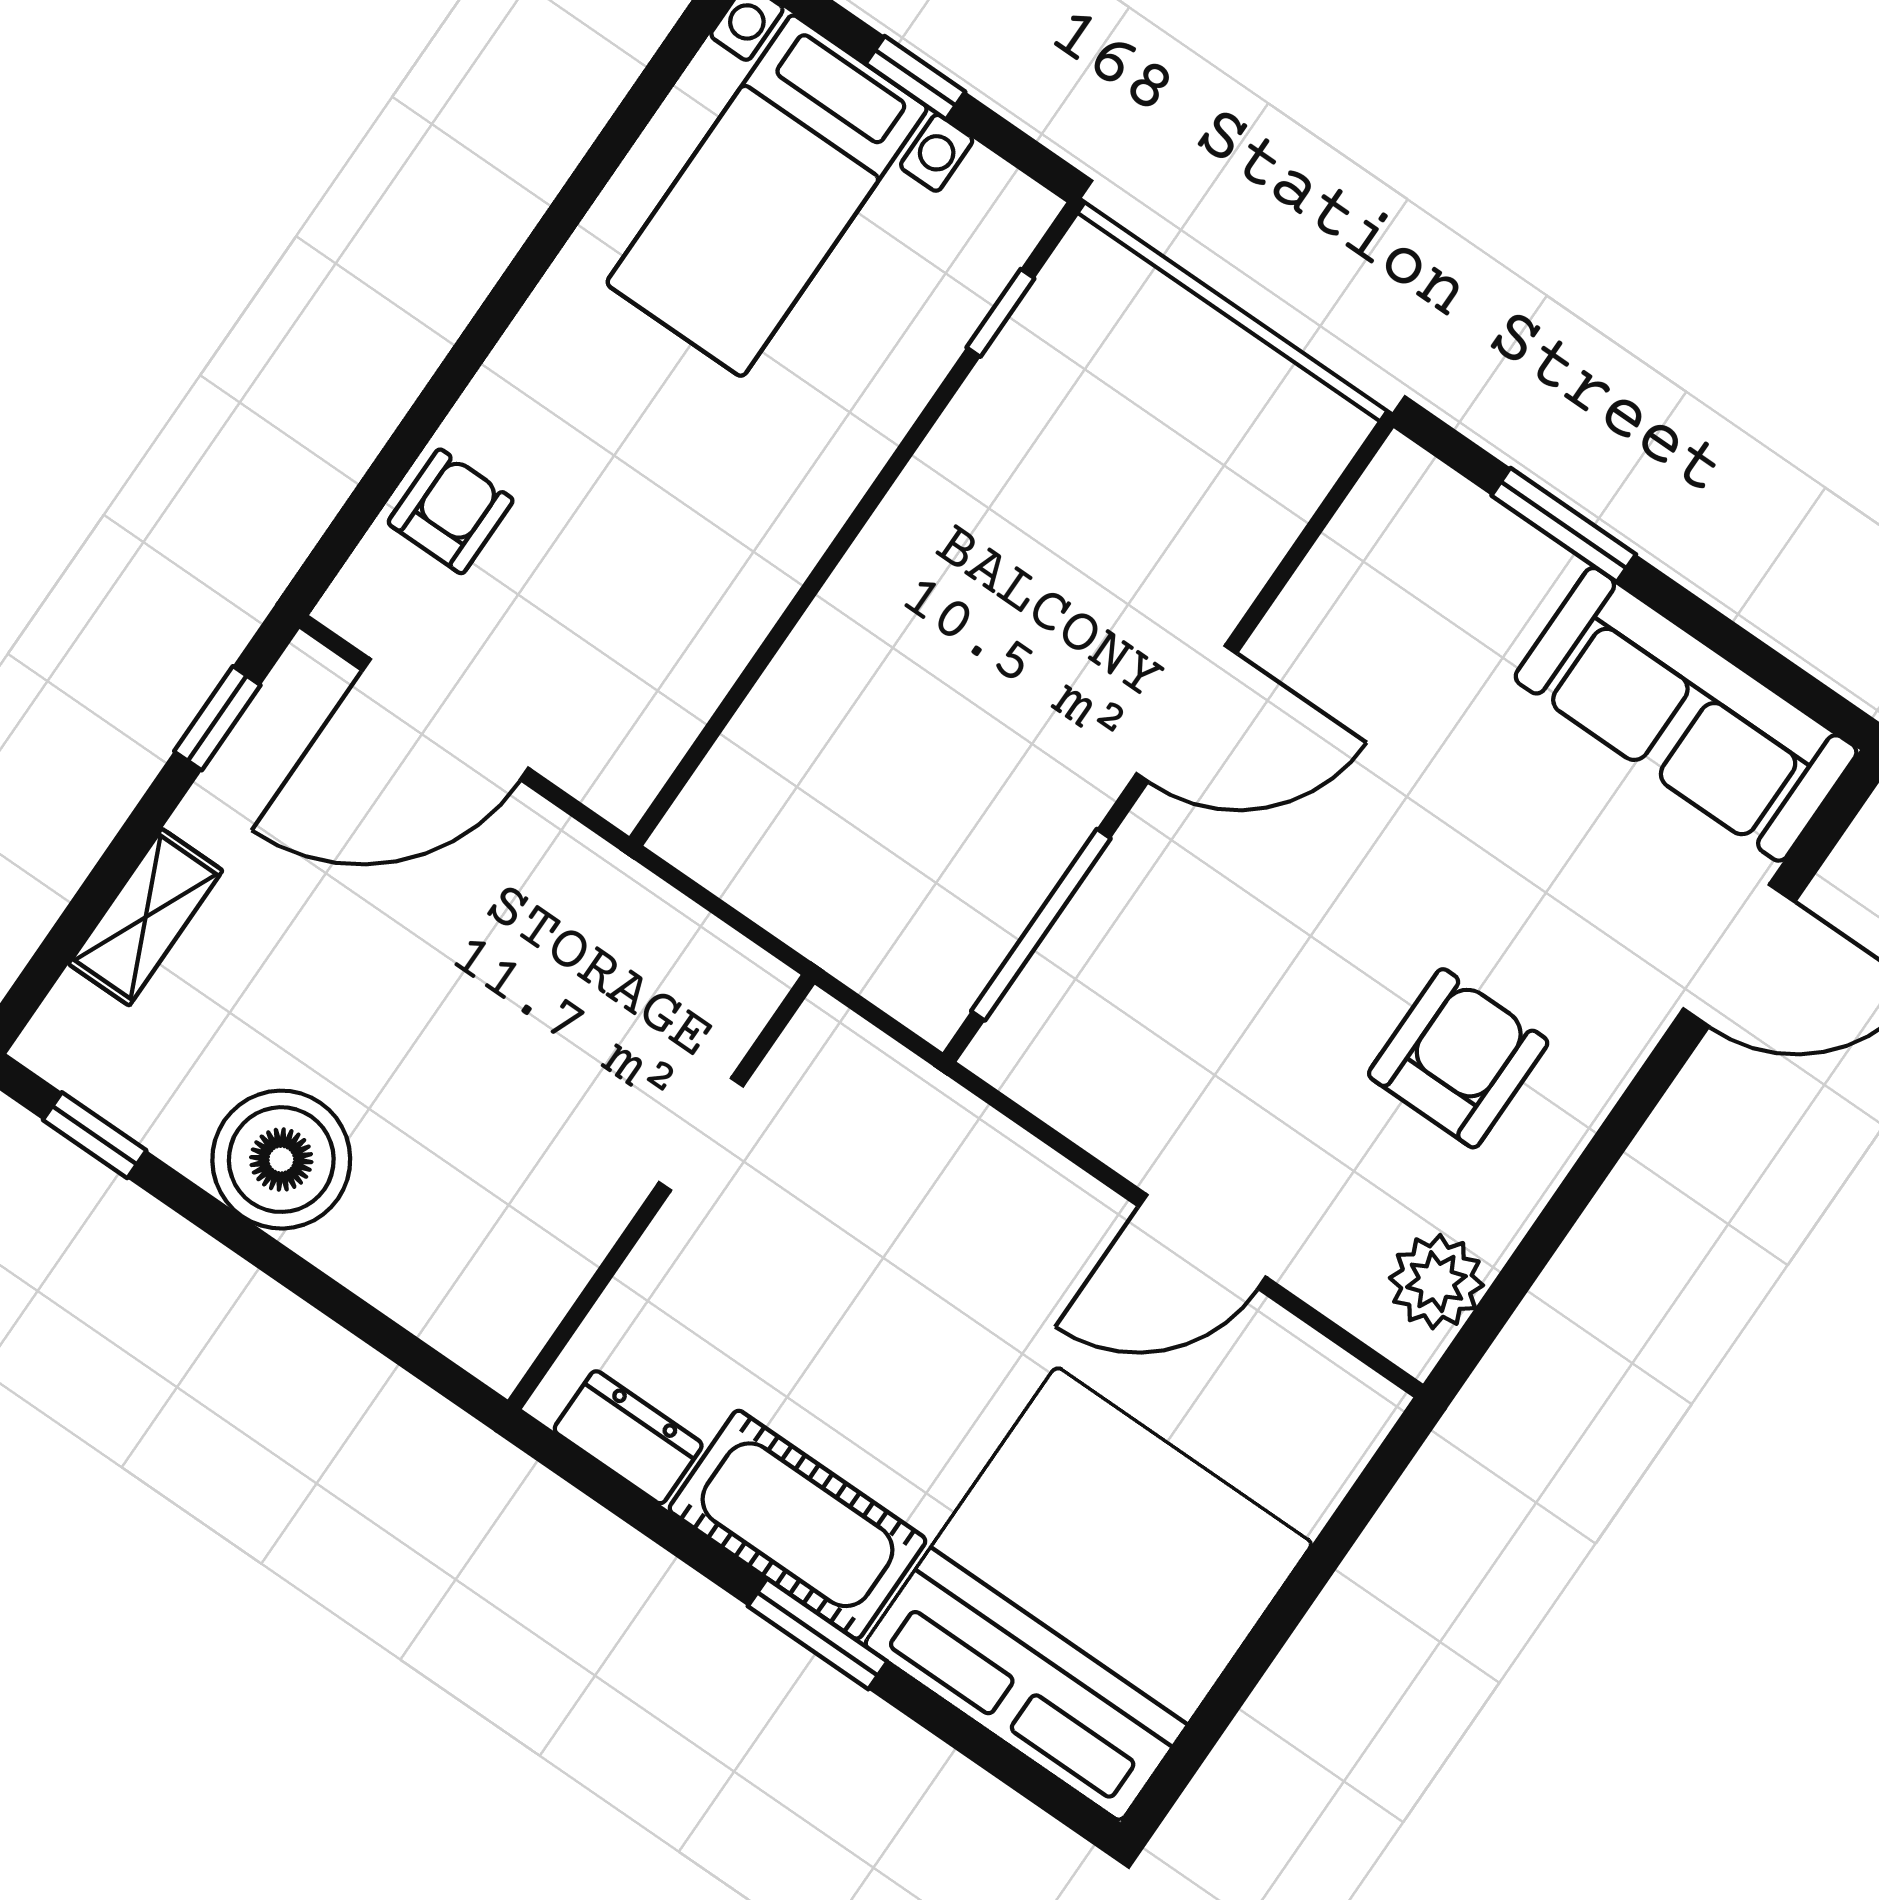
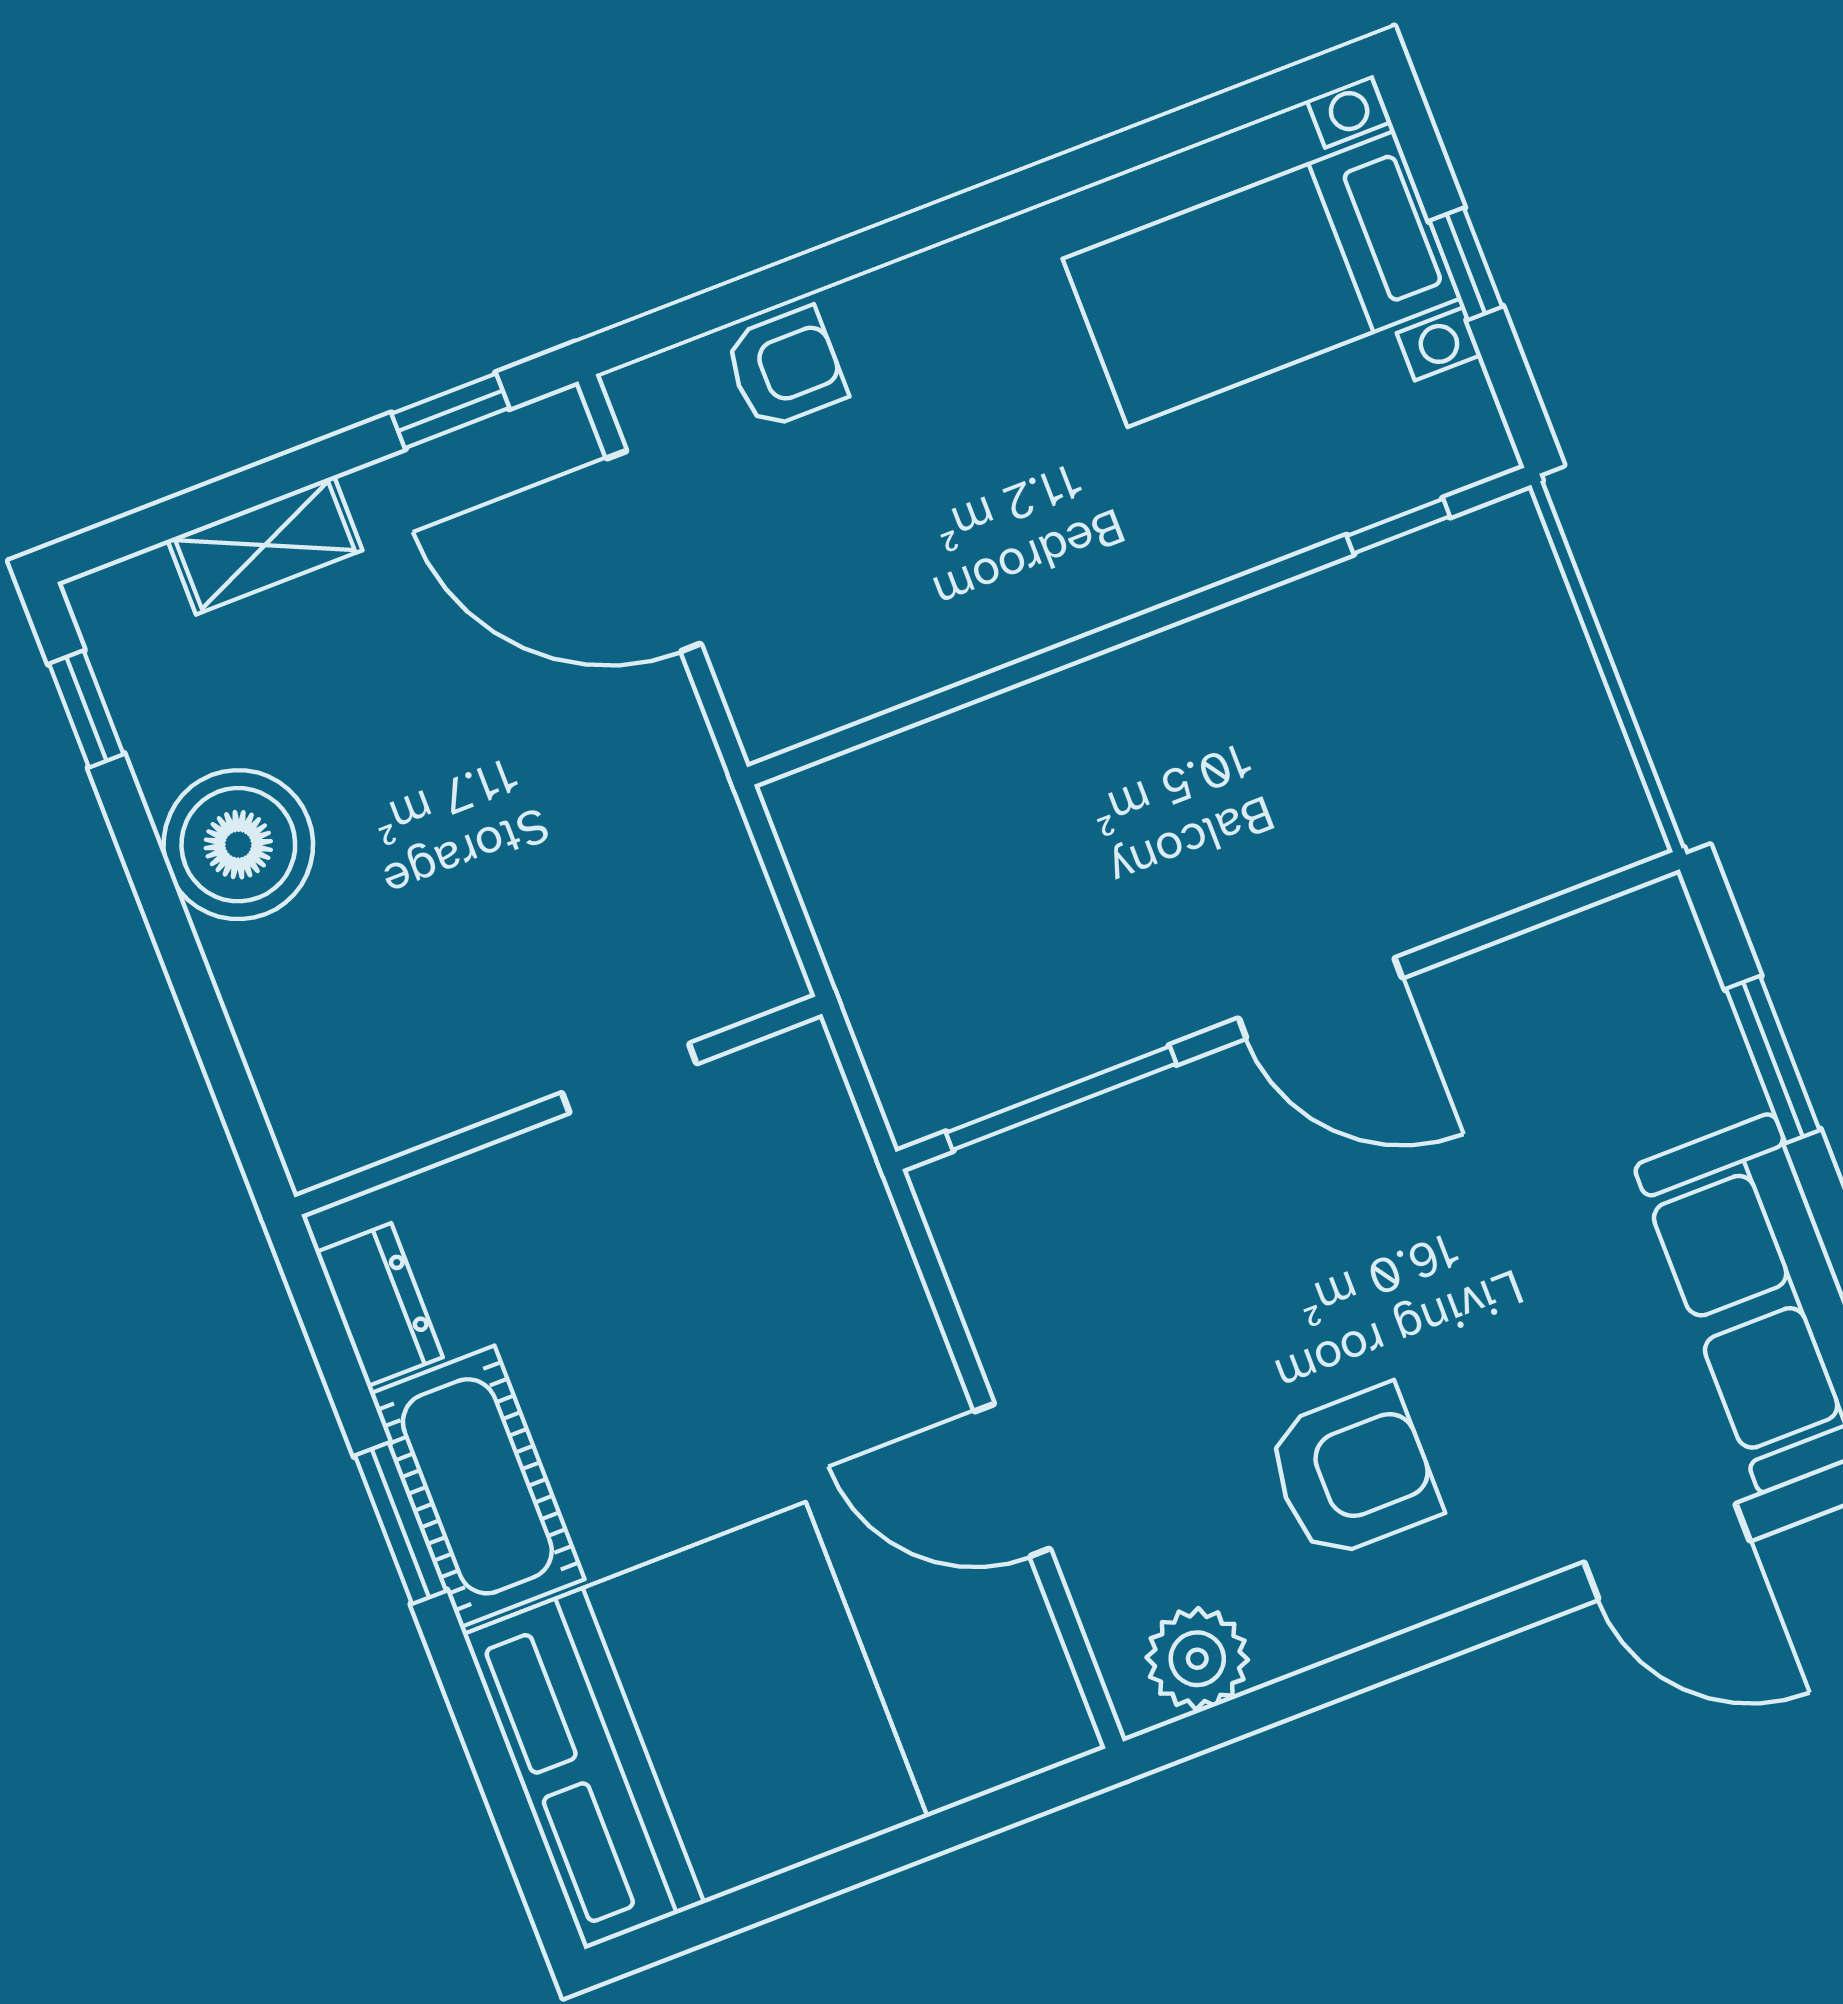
window: (818, 1634) -> (400, 1523), moved

